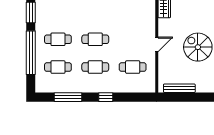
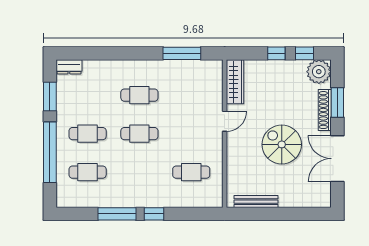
door: (157, 44) -> (225, 121), moved
cafe table: (95, 67) -> (139, 95), moved
window: (68, 97) -> (117, 214), moved

